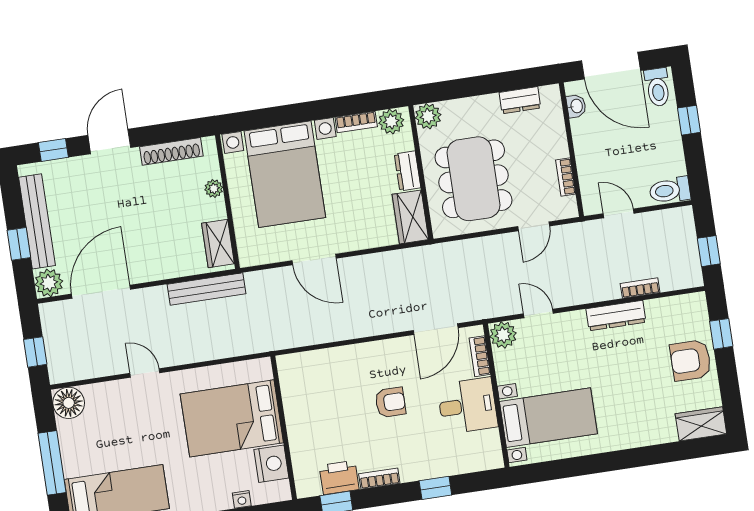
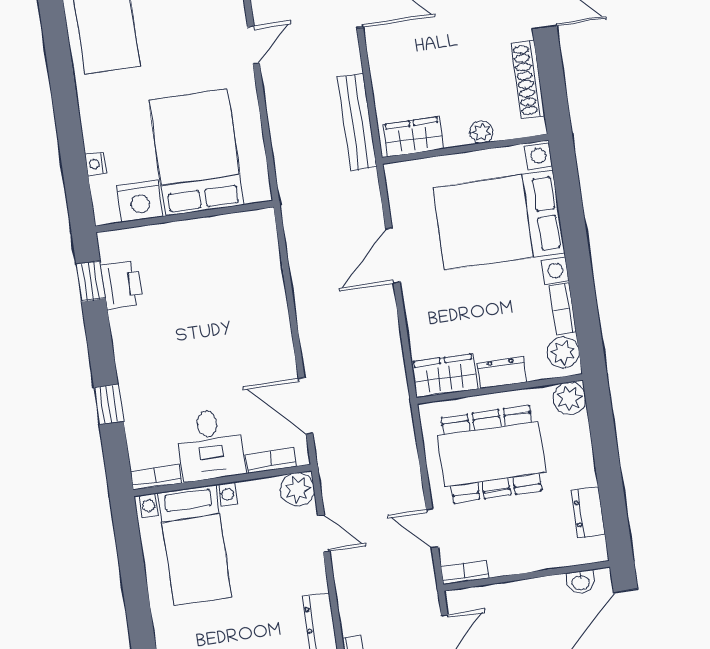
bookcase: (566, 177) -> (464, 572), moved
door: (538, 313) -> (324, 533), hinge flipped
armchair: (390, 402) -> (215, 349), removed
bookcase: (379, 479) -> (156, 477), moved, turned -90

